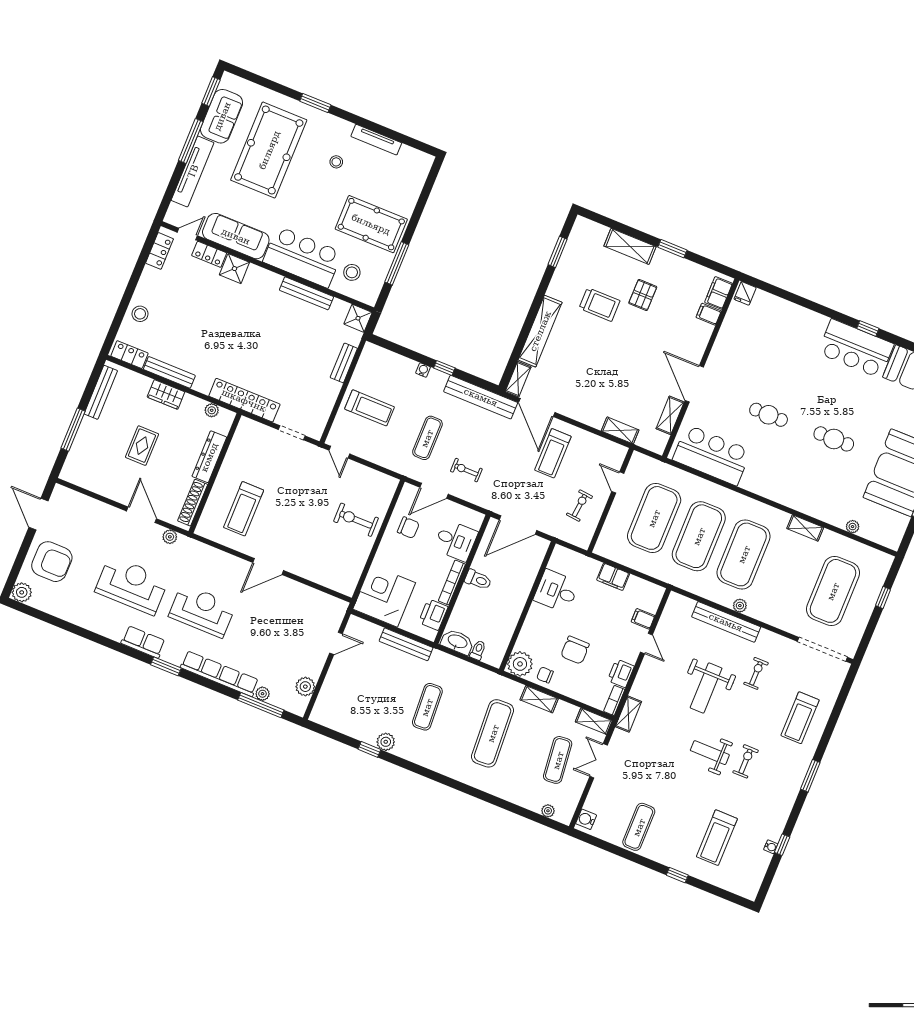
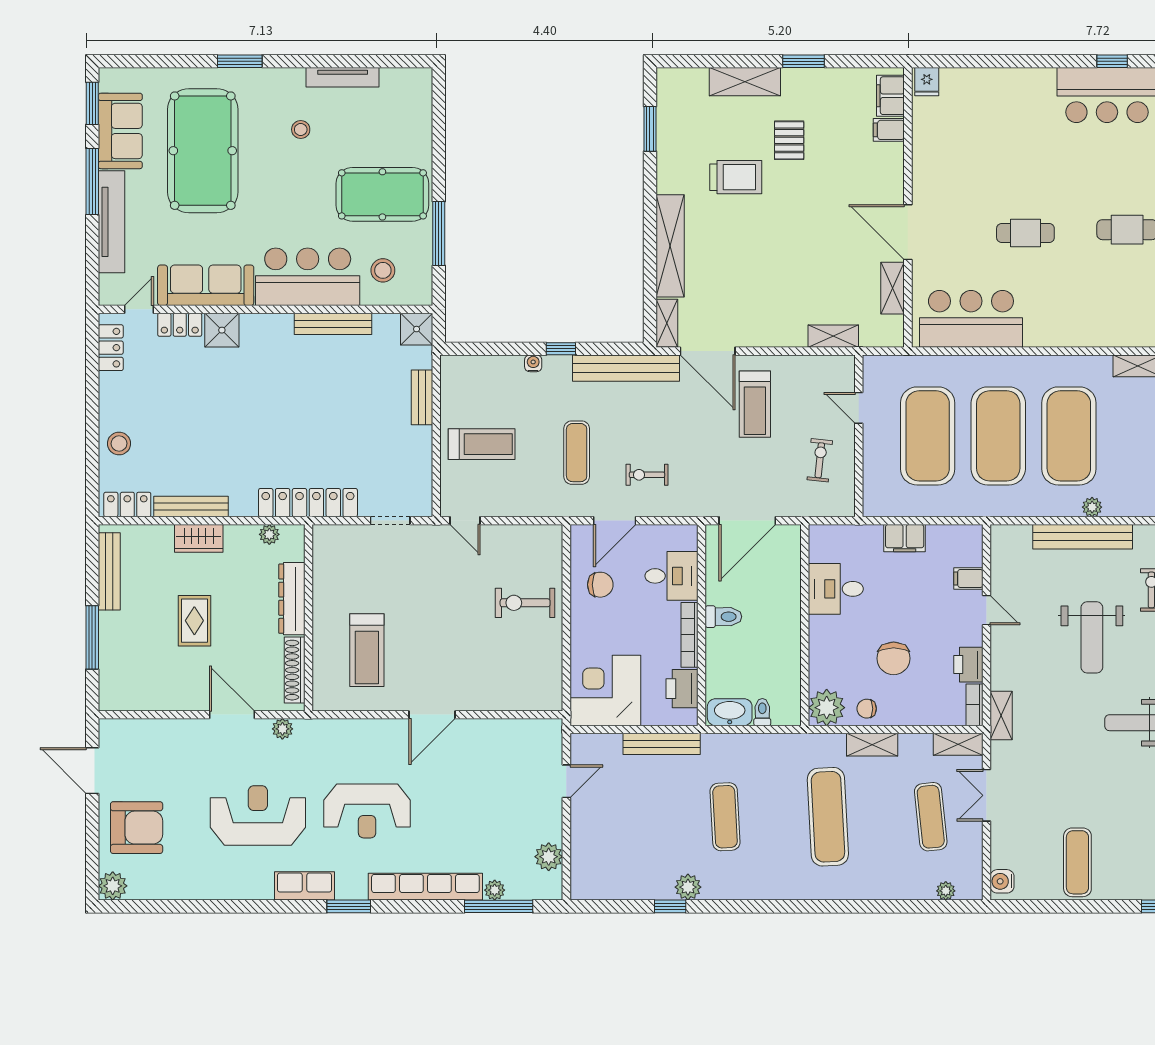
reception desk: (202, 611) -> (367, 811), turned 180

